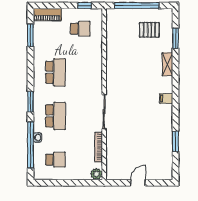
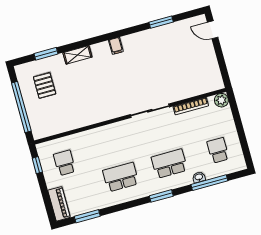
window: (30, 145) -> (209, 183), width x0.68
door: (138, 183) -> (213, 30), moved

